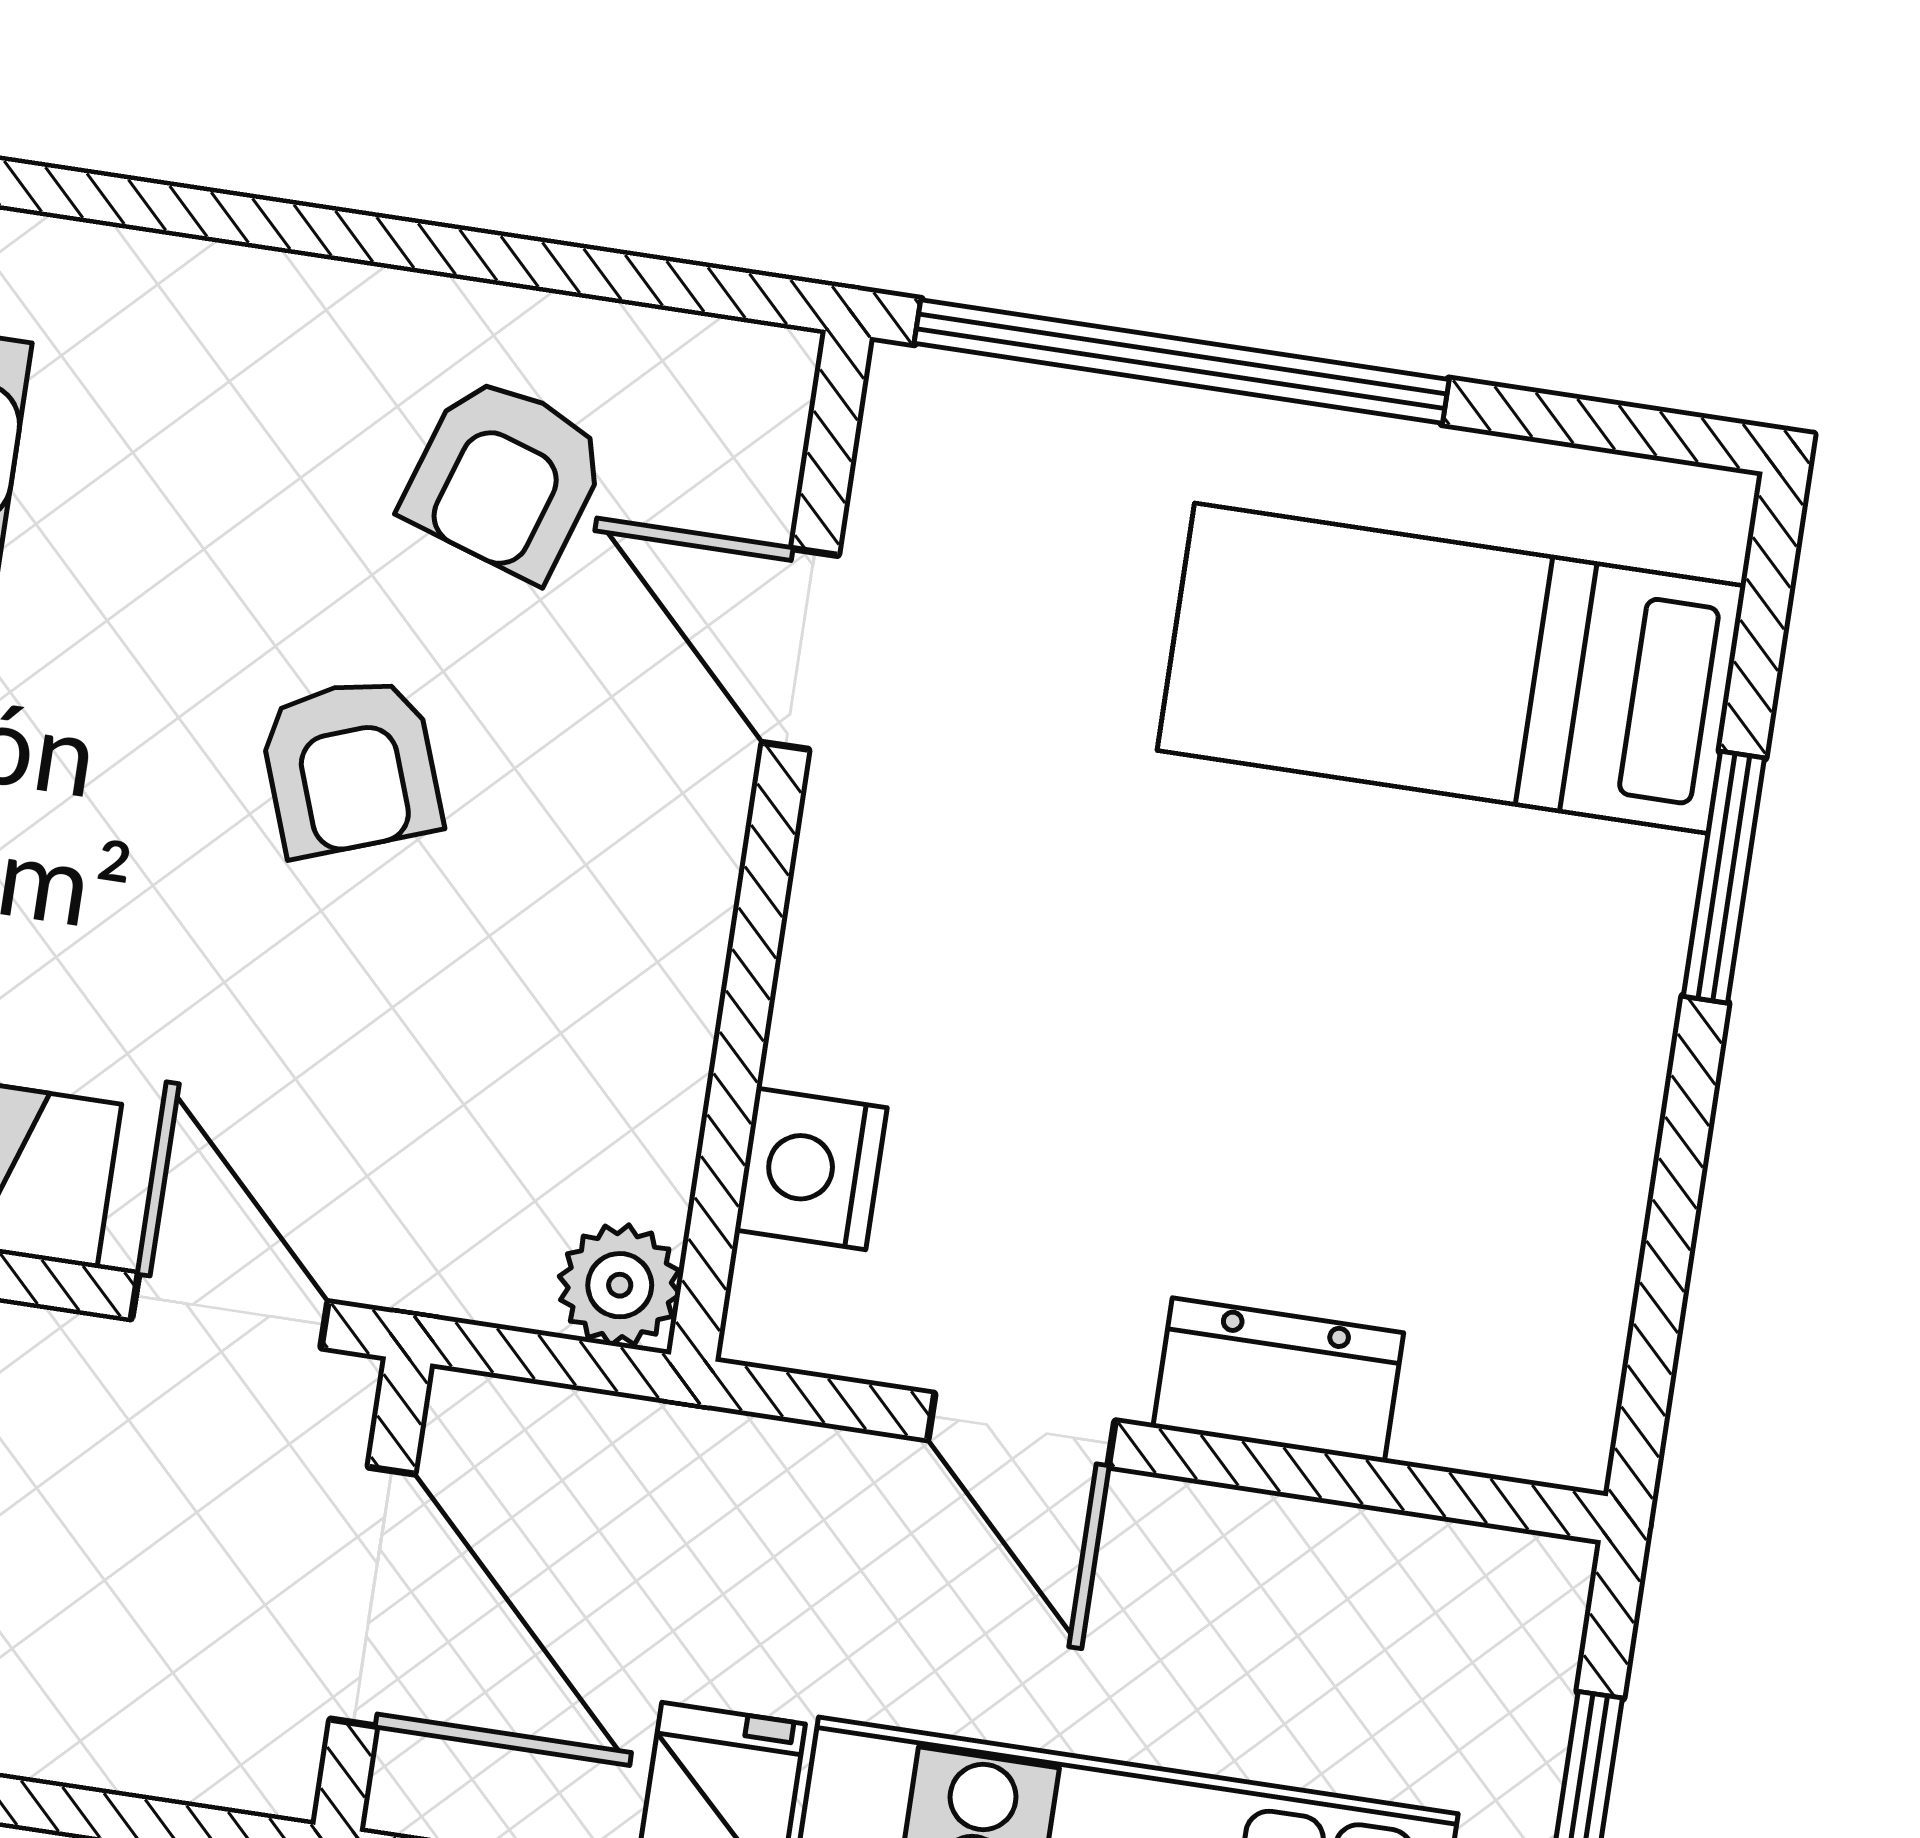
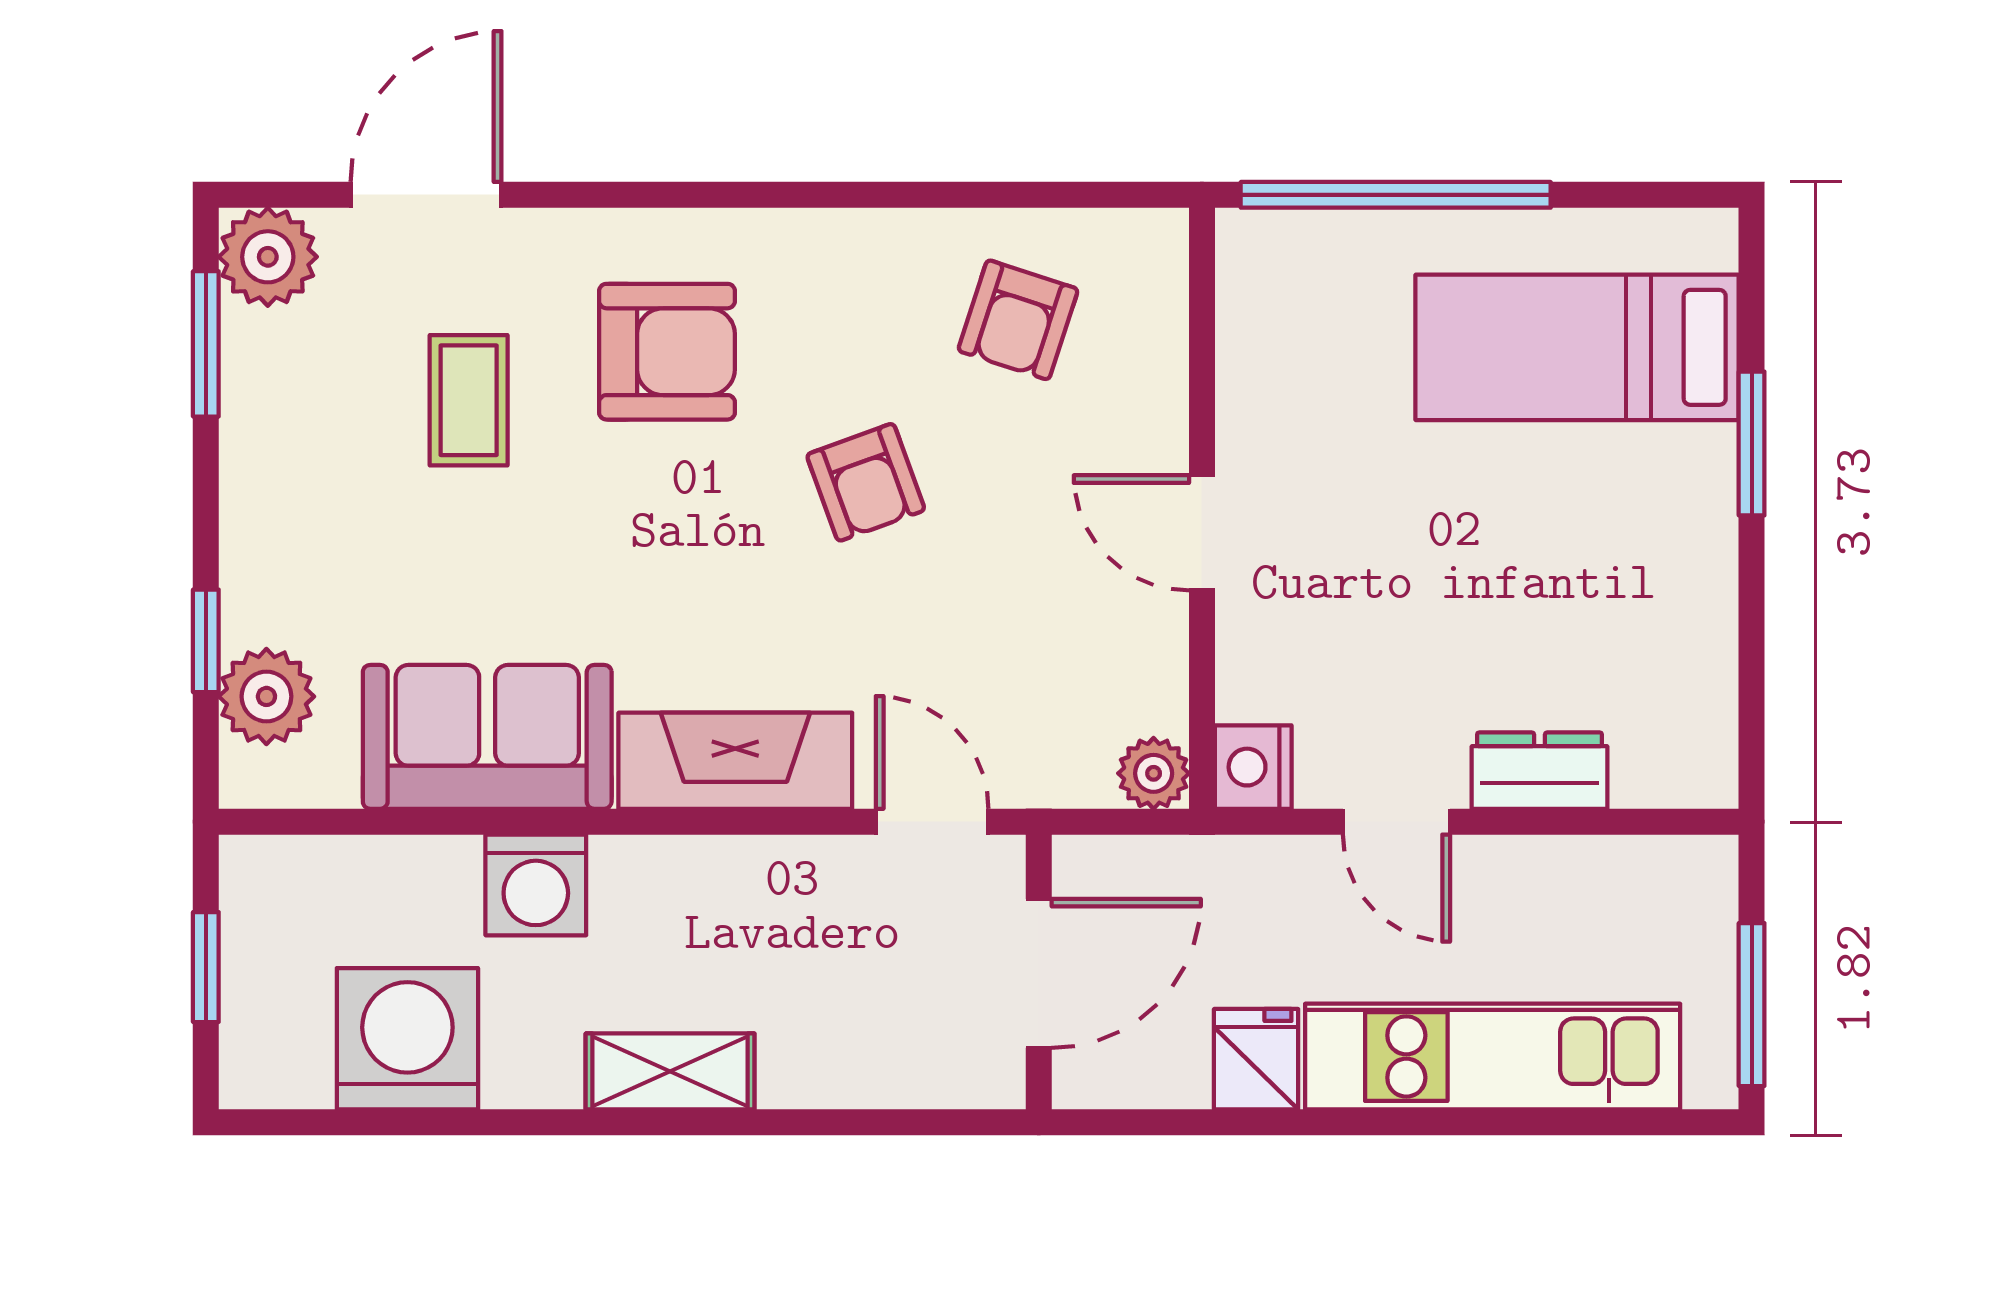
door: (800, 649) -> (1202, 533), moved
armchair: (350, 766) -> (866, 482), moved
nightstand: (811, 1169) -> (1253, 767), moved
door: (372, 1597) -> (1039, 973), hinge flipped

